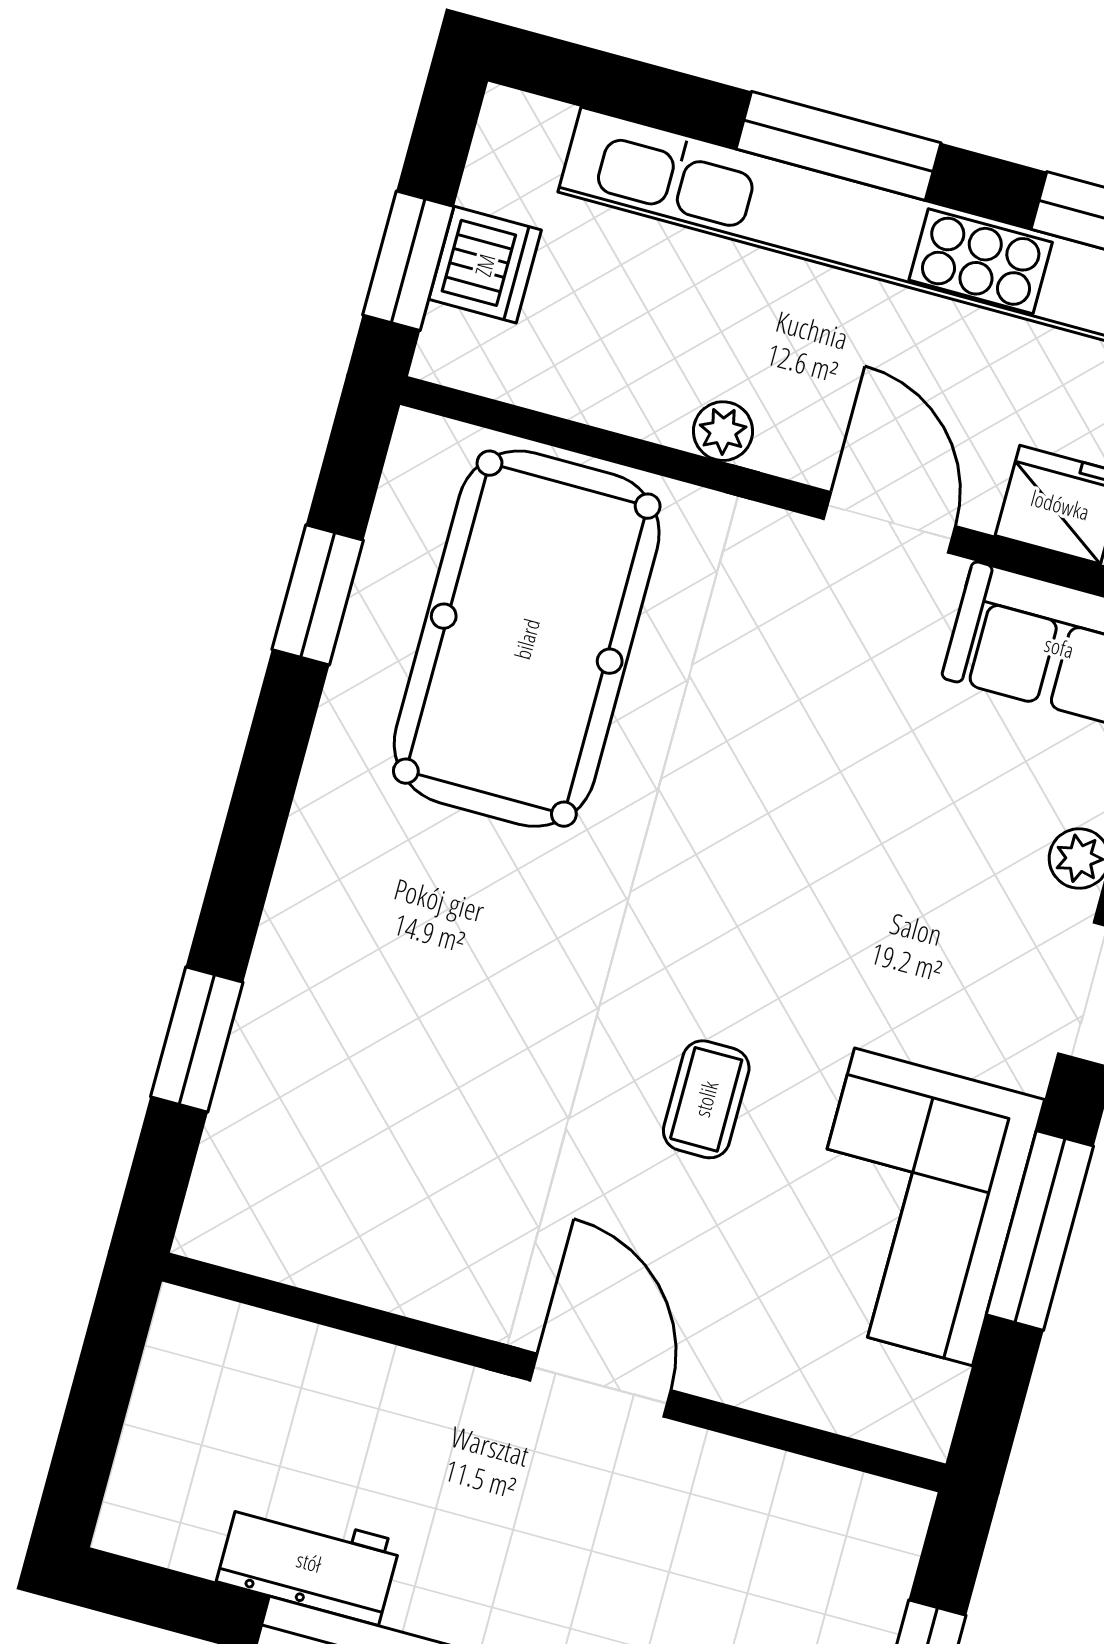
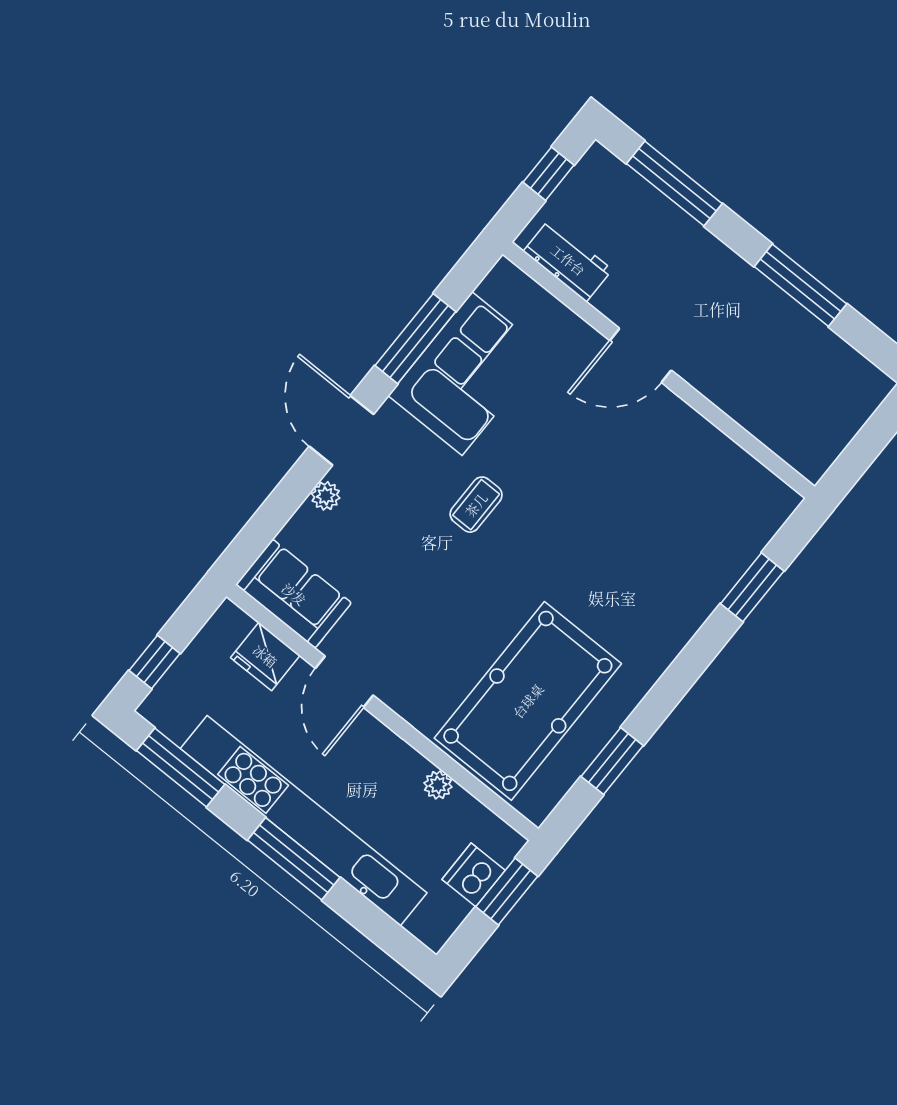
plant: (723, 431) -> (438, 785), moved
coffee table: (706, 1099) -> (476, 505), moved
door: (601, 1385) -> (640, 355), hinge flipped
workbench: (309, 1562) -> (568, 260), moved, turned 180

